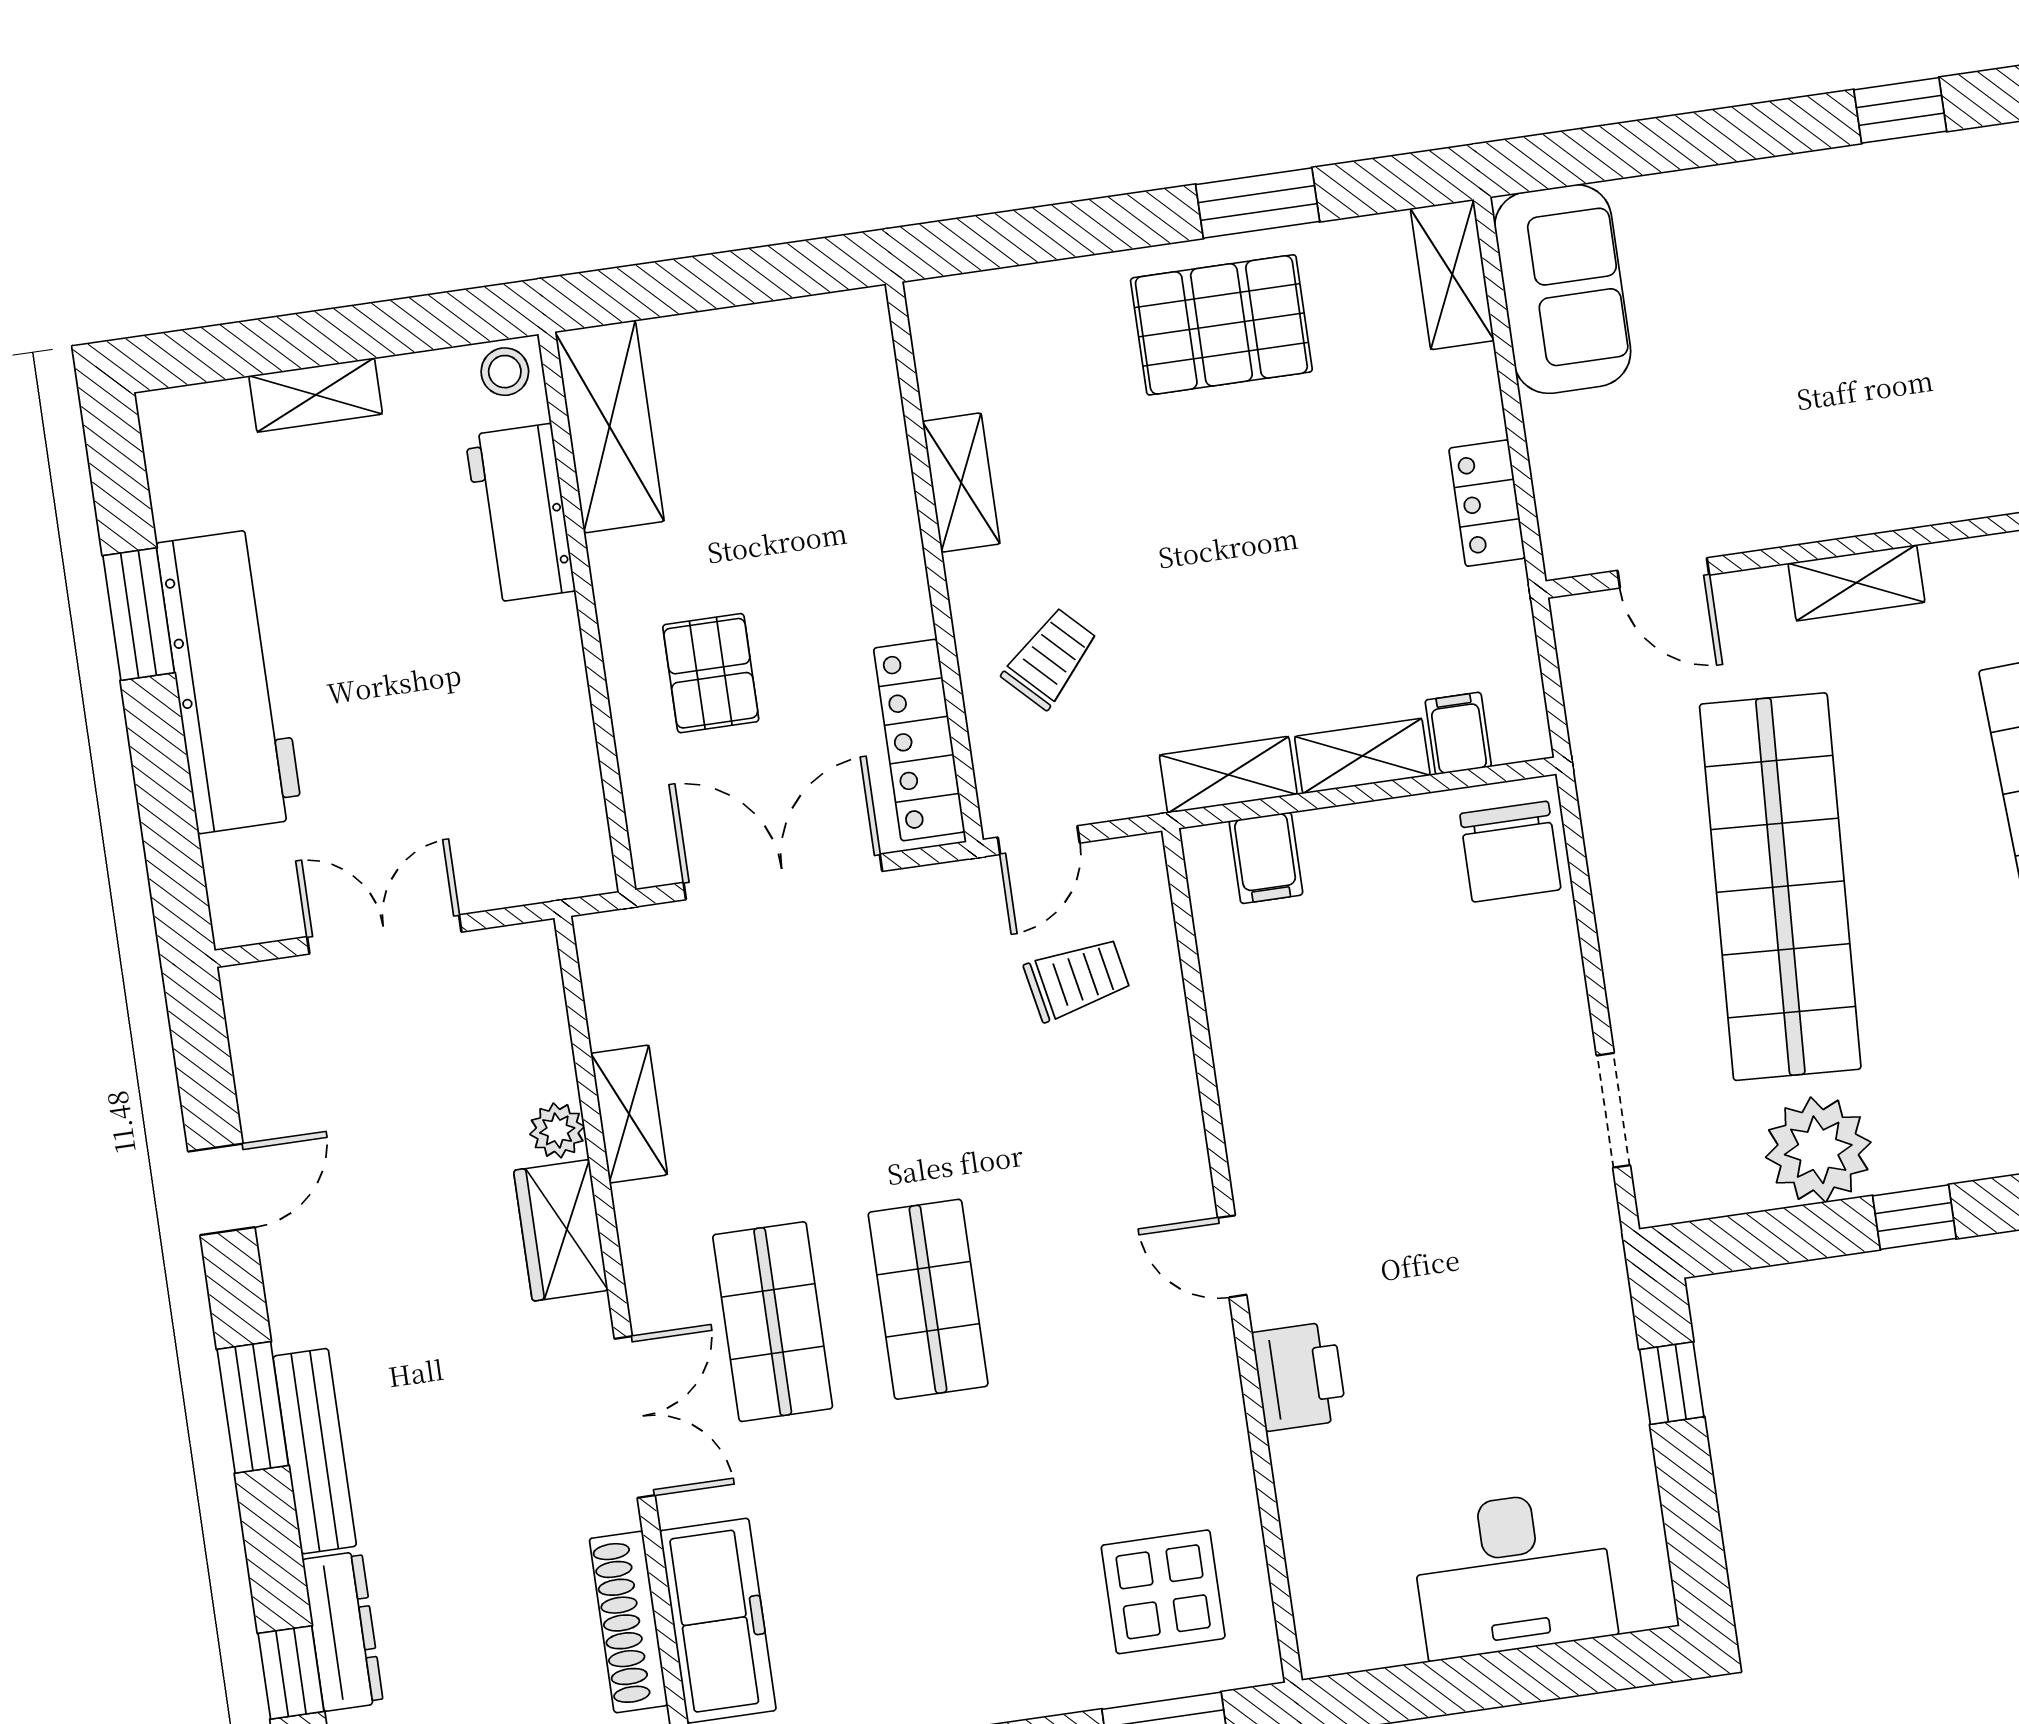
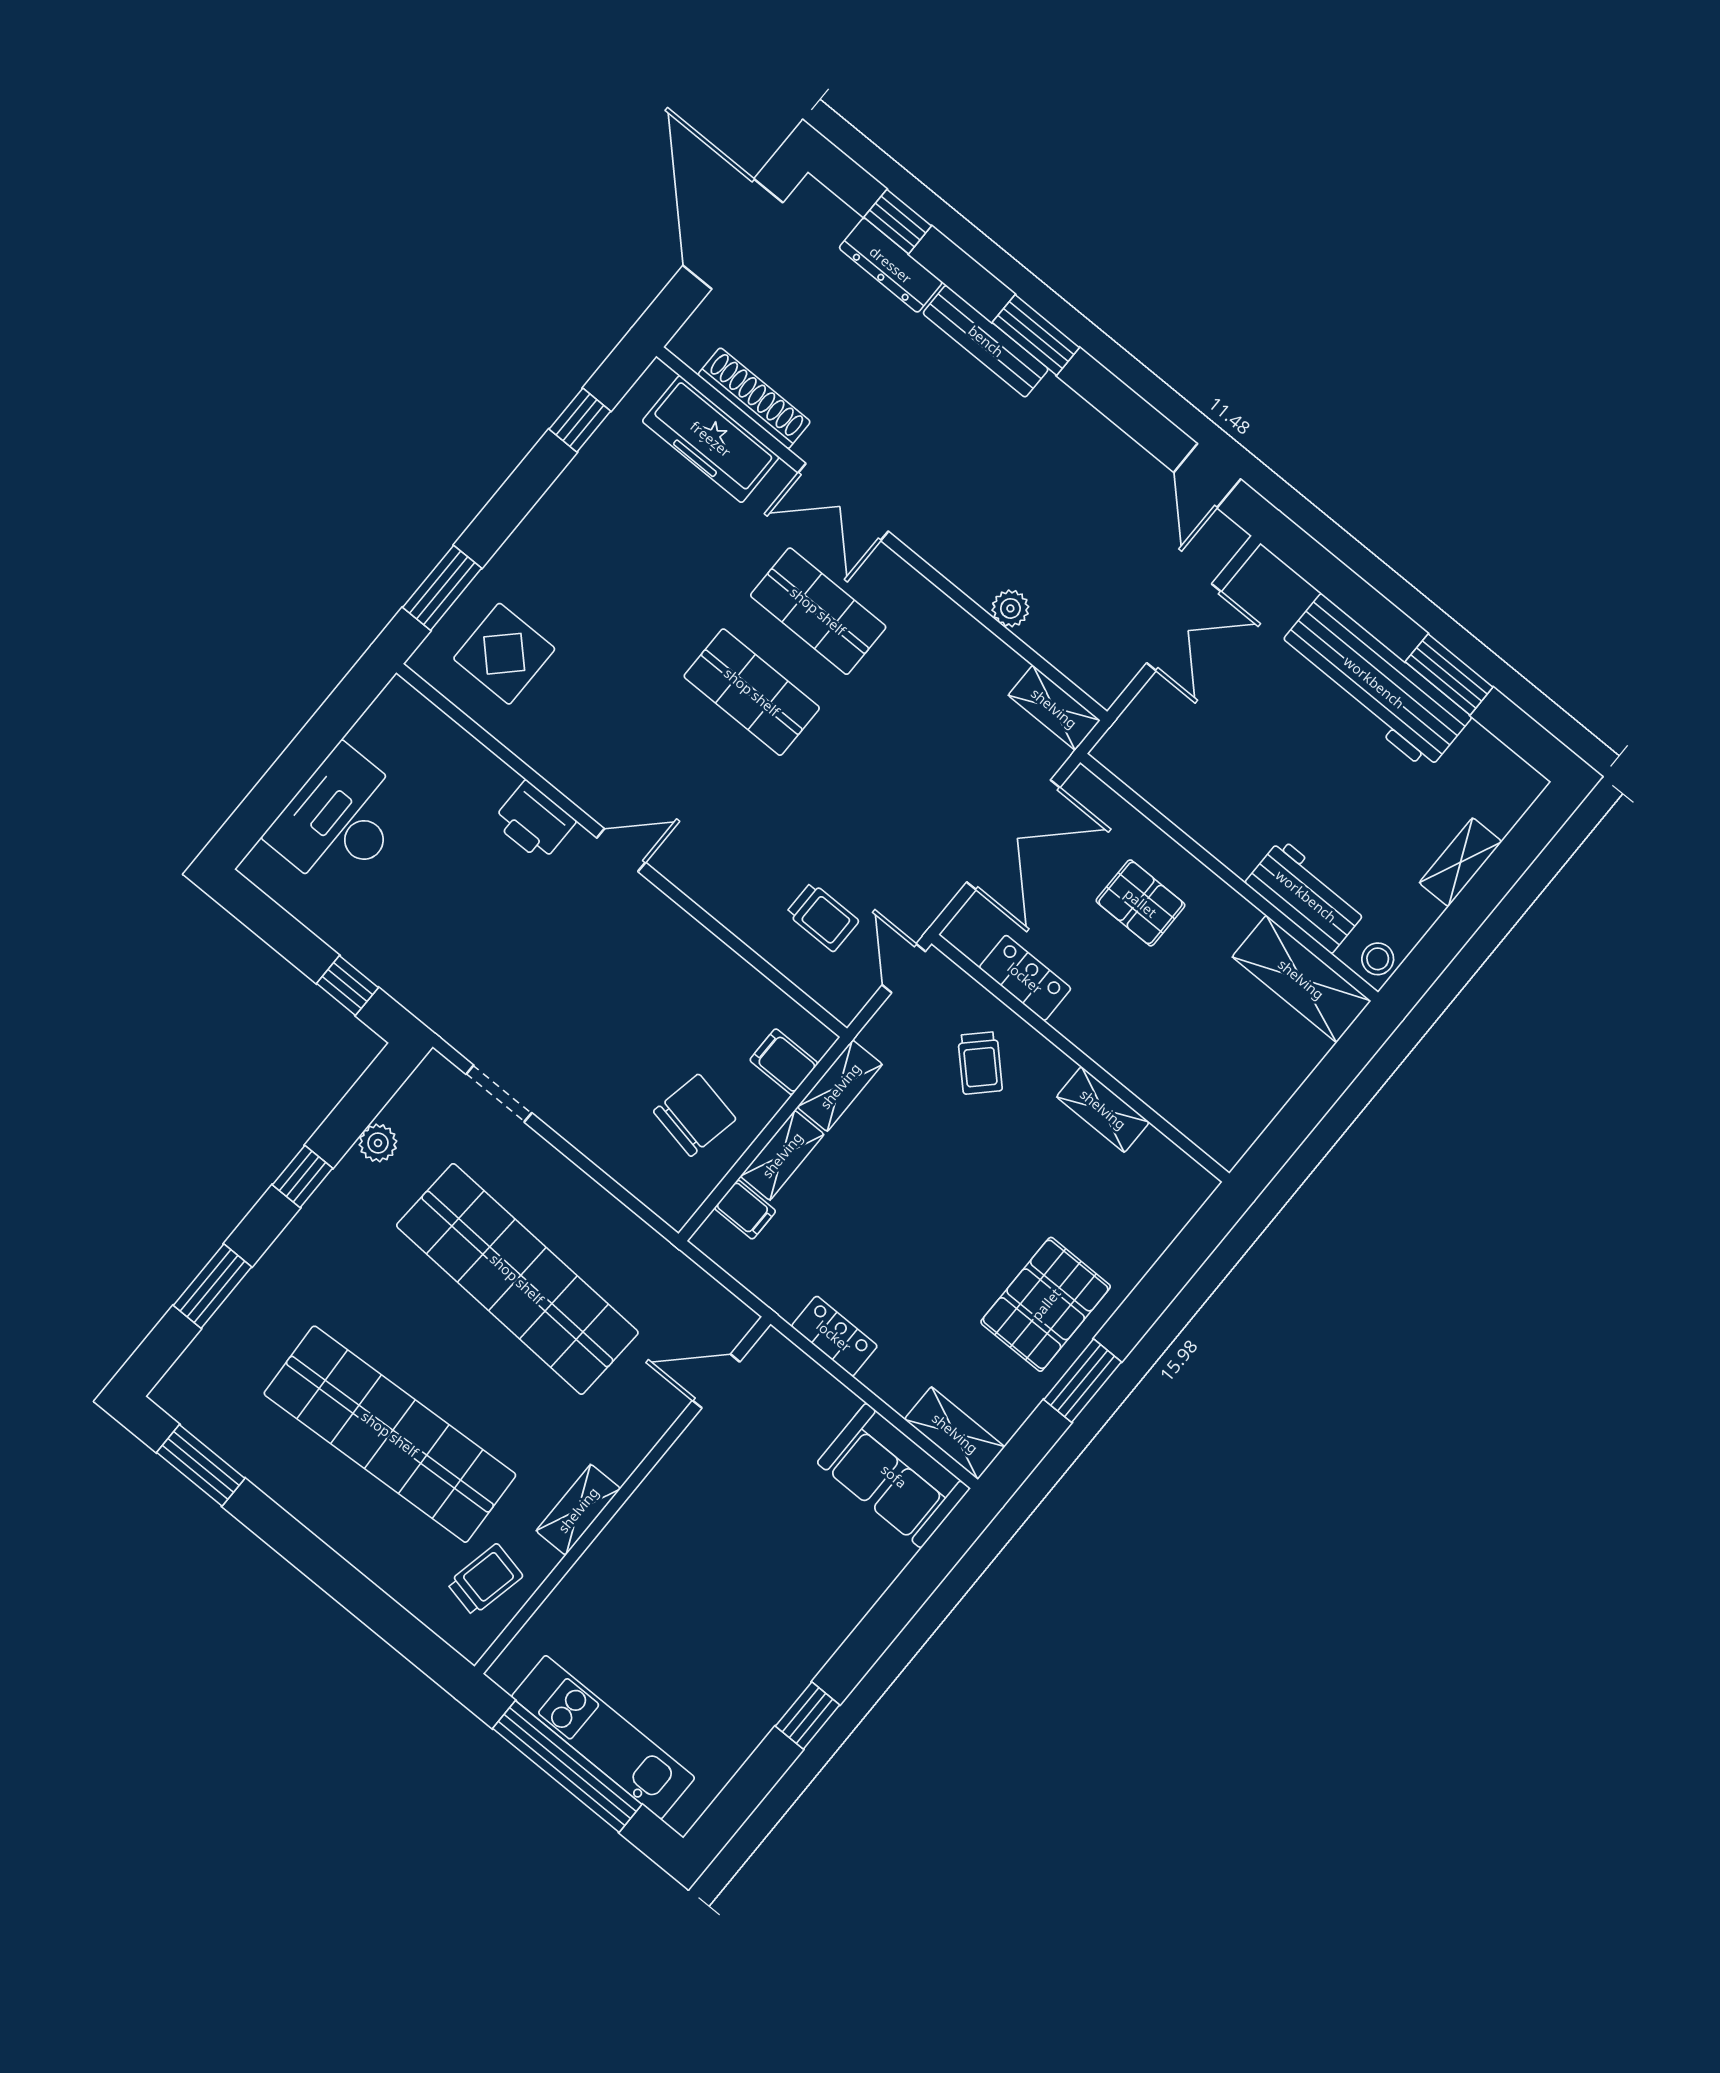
shelving: (1856, 583) -> (578, 1510), moved
locker: (919, 740) -> (1025, 978), width x0.66
chair: (1510, 852) -> (695, 1115), moved, turned 101
trolley: (1077, 979) -> (822, 917), turned -79
shelving: (629, 1114) -> (1054, 708), moved
plant: (1818, 1150) -> (378, 1143), width x0.53, depth x0.53
door: (221, 1189) -> (1207, 476), moved
wardrobe: (561, 1230) -> (964, 561), removed

